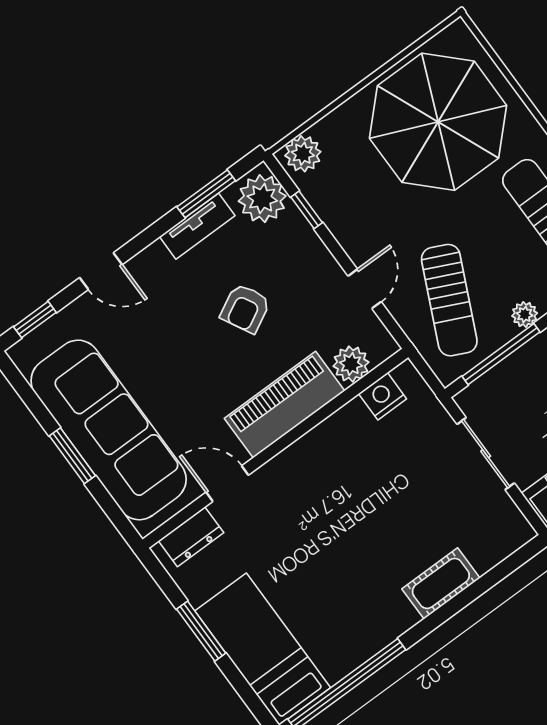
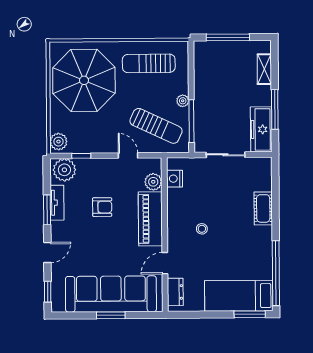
window: (206, 194) -> (47, 210), moved
armchair: (245, 308) -> (102, 207), turned -62
stool: (331, 504) -> (202, 229), added
window: (201, 631) -> (250, 314), moved

